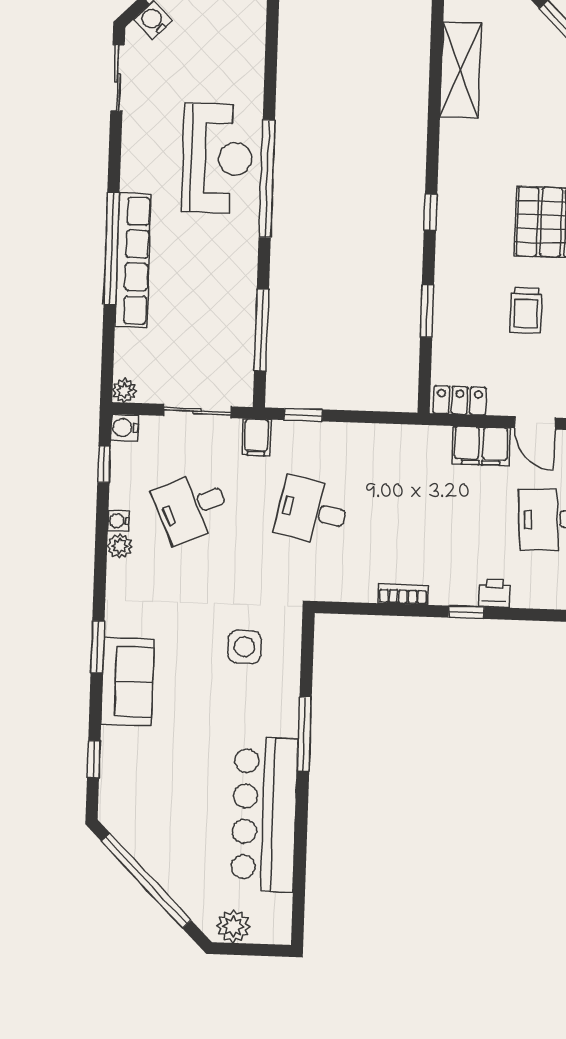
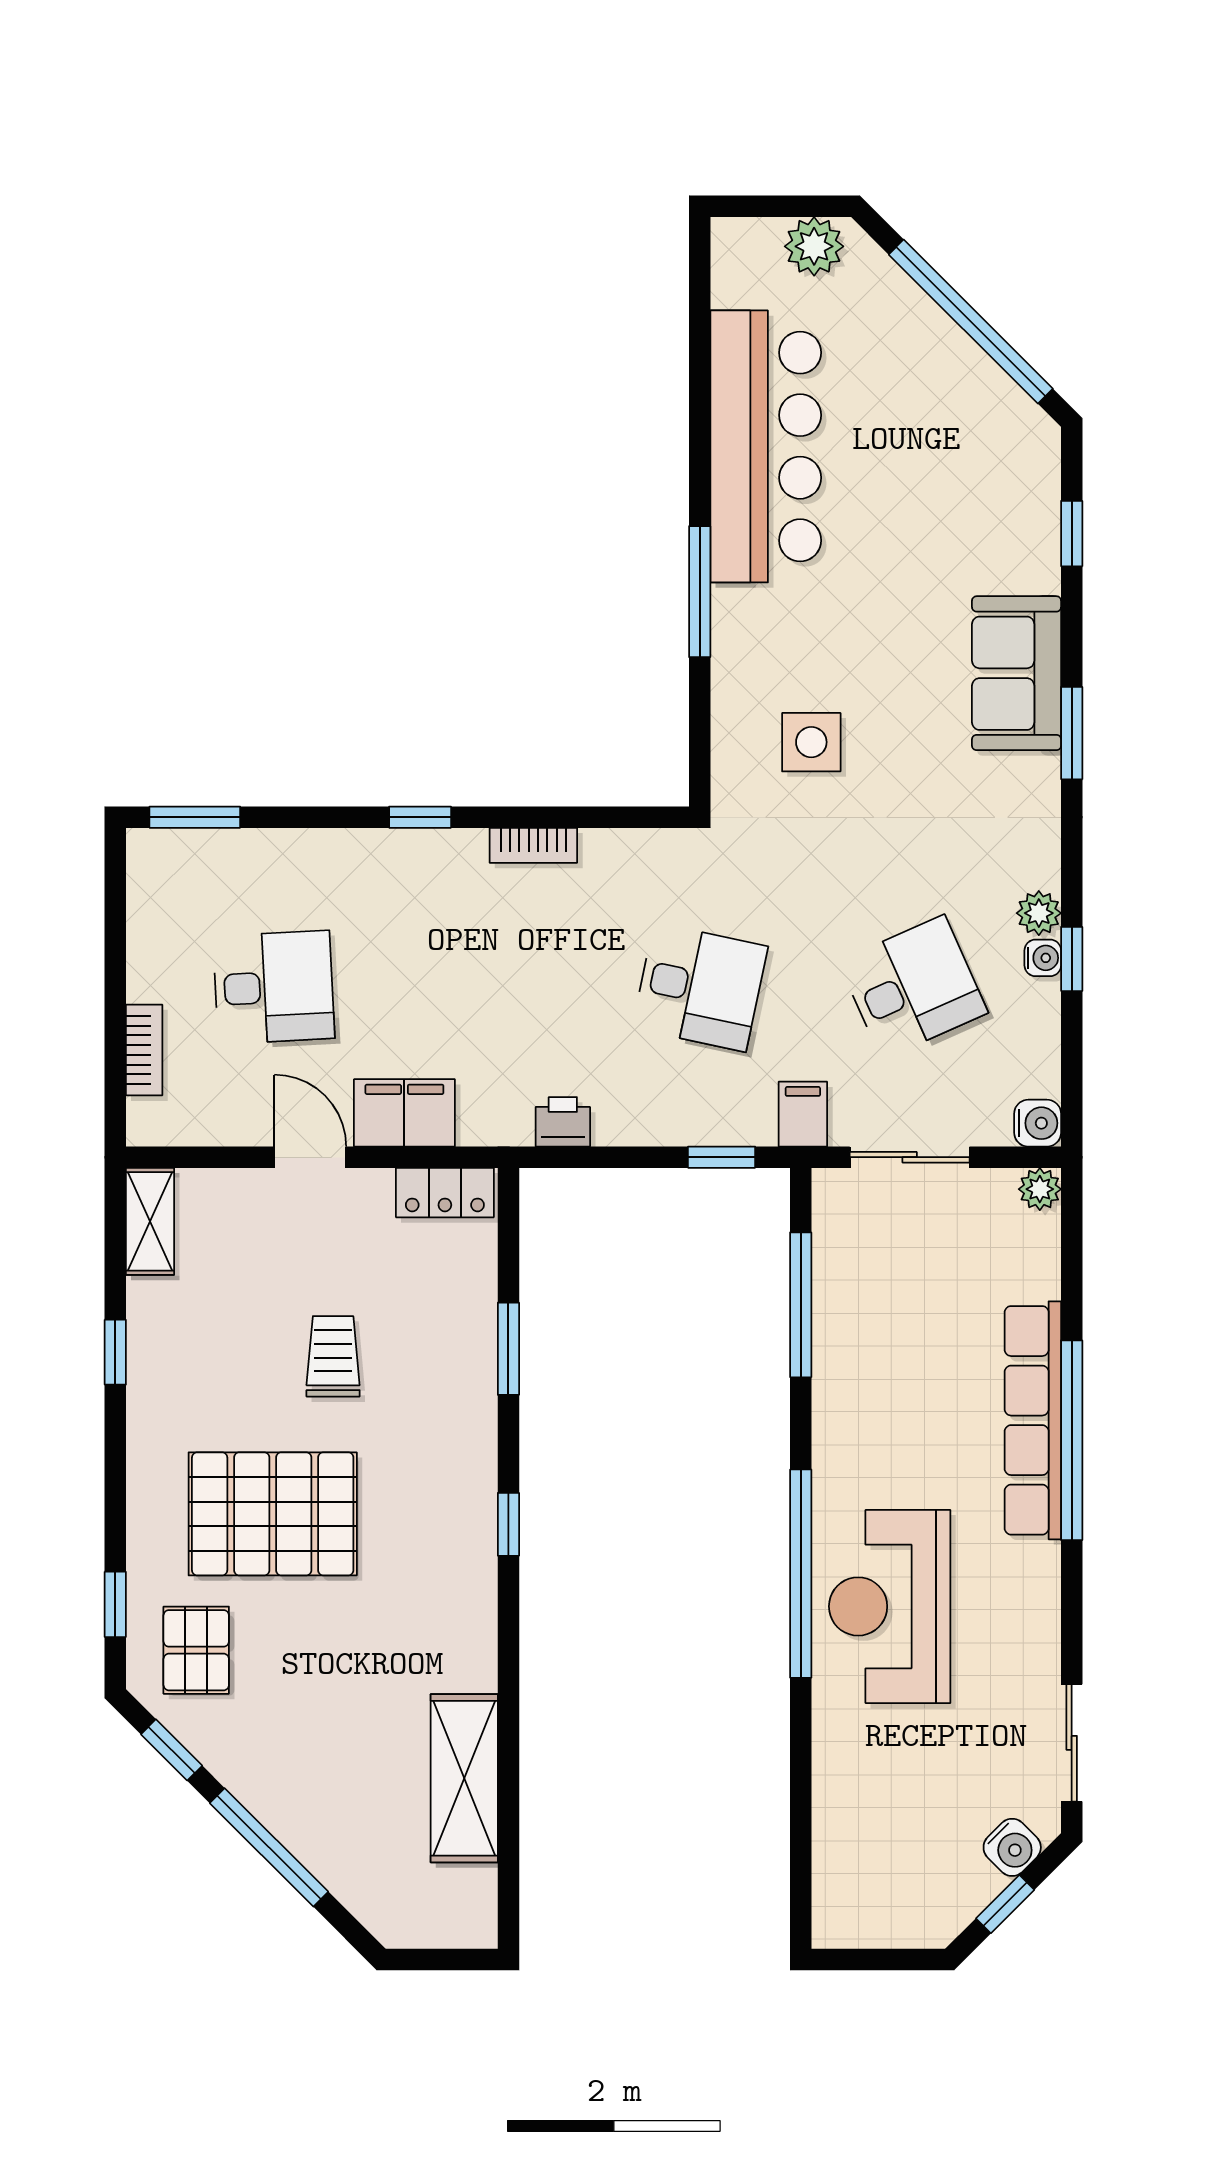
window: (104, 464) -> (1072, 959), moved
printer: (494, 593) -> (563, 1122), moved, turned 180

